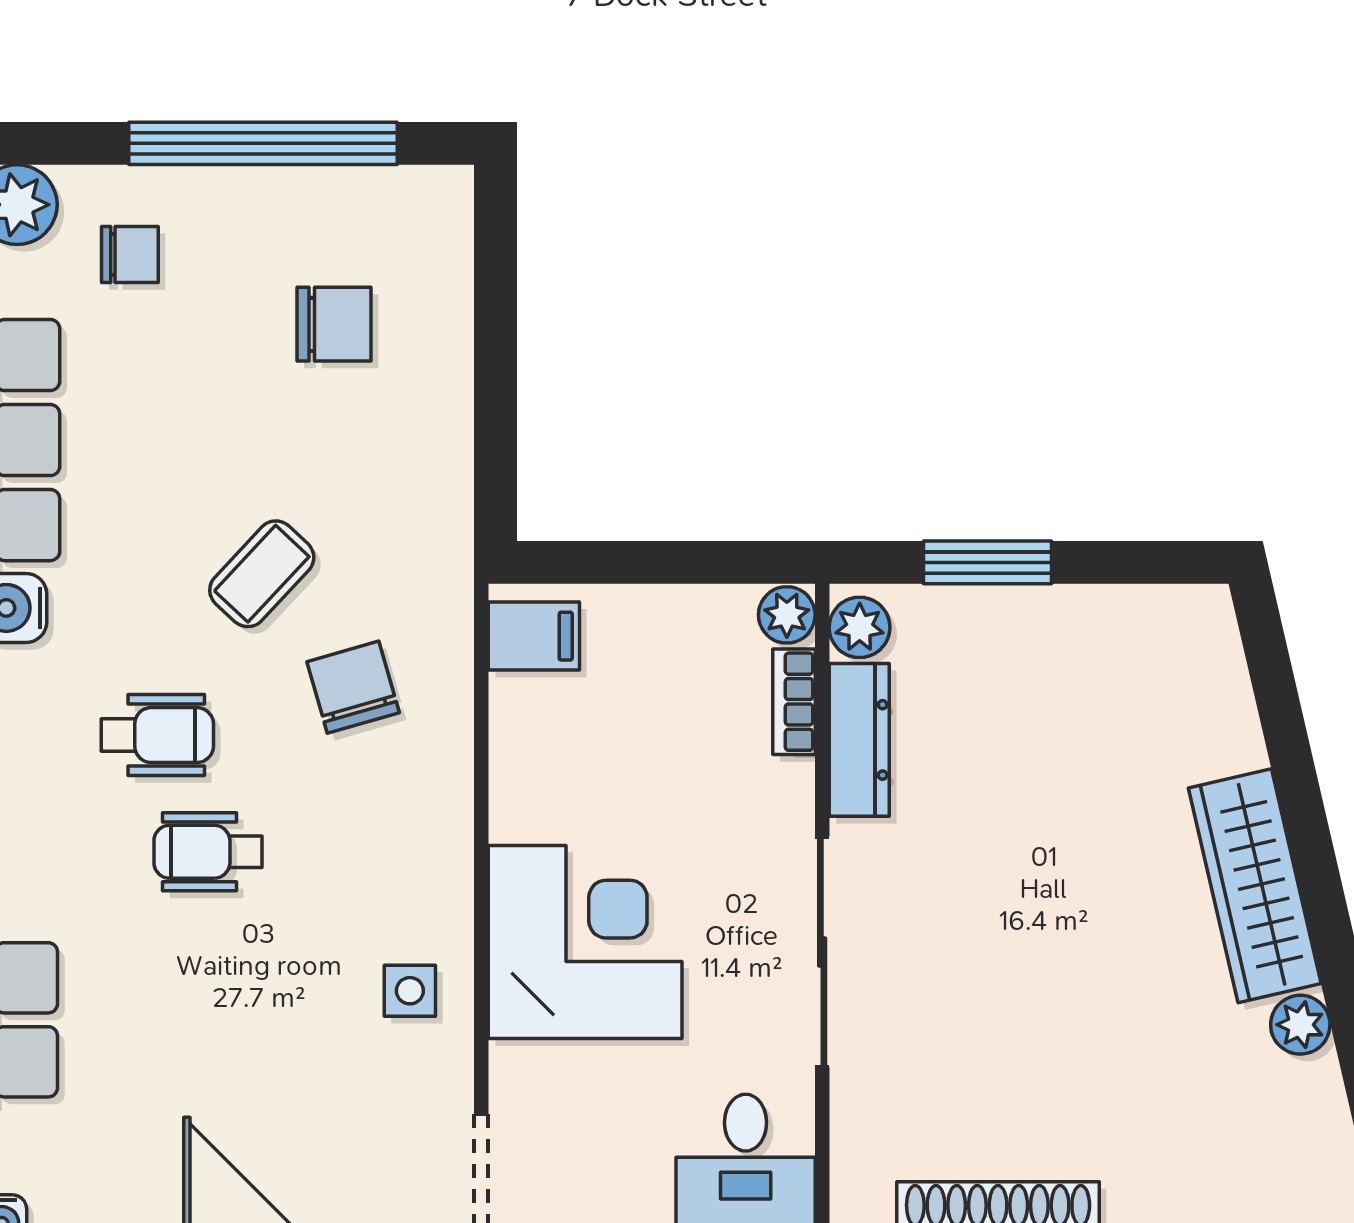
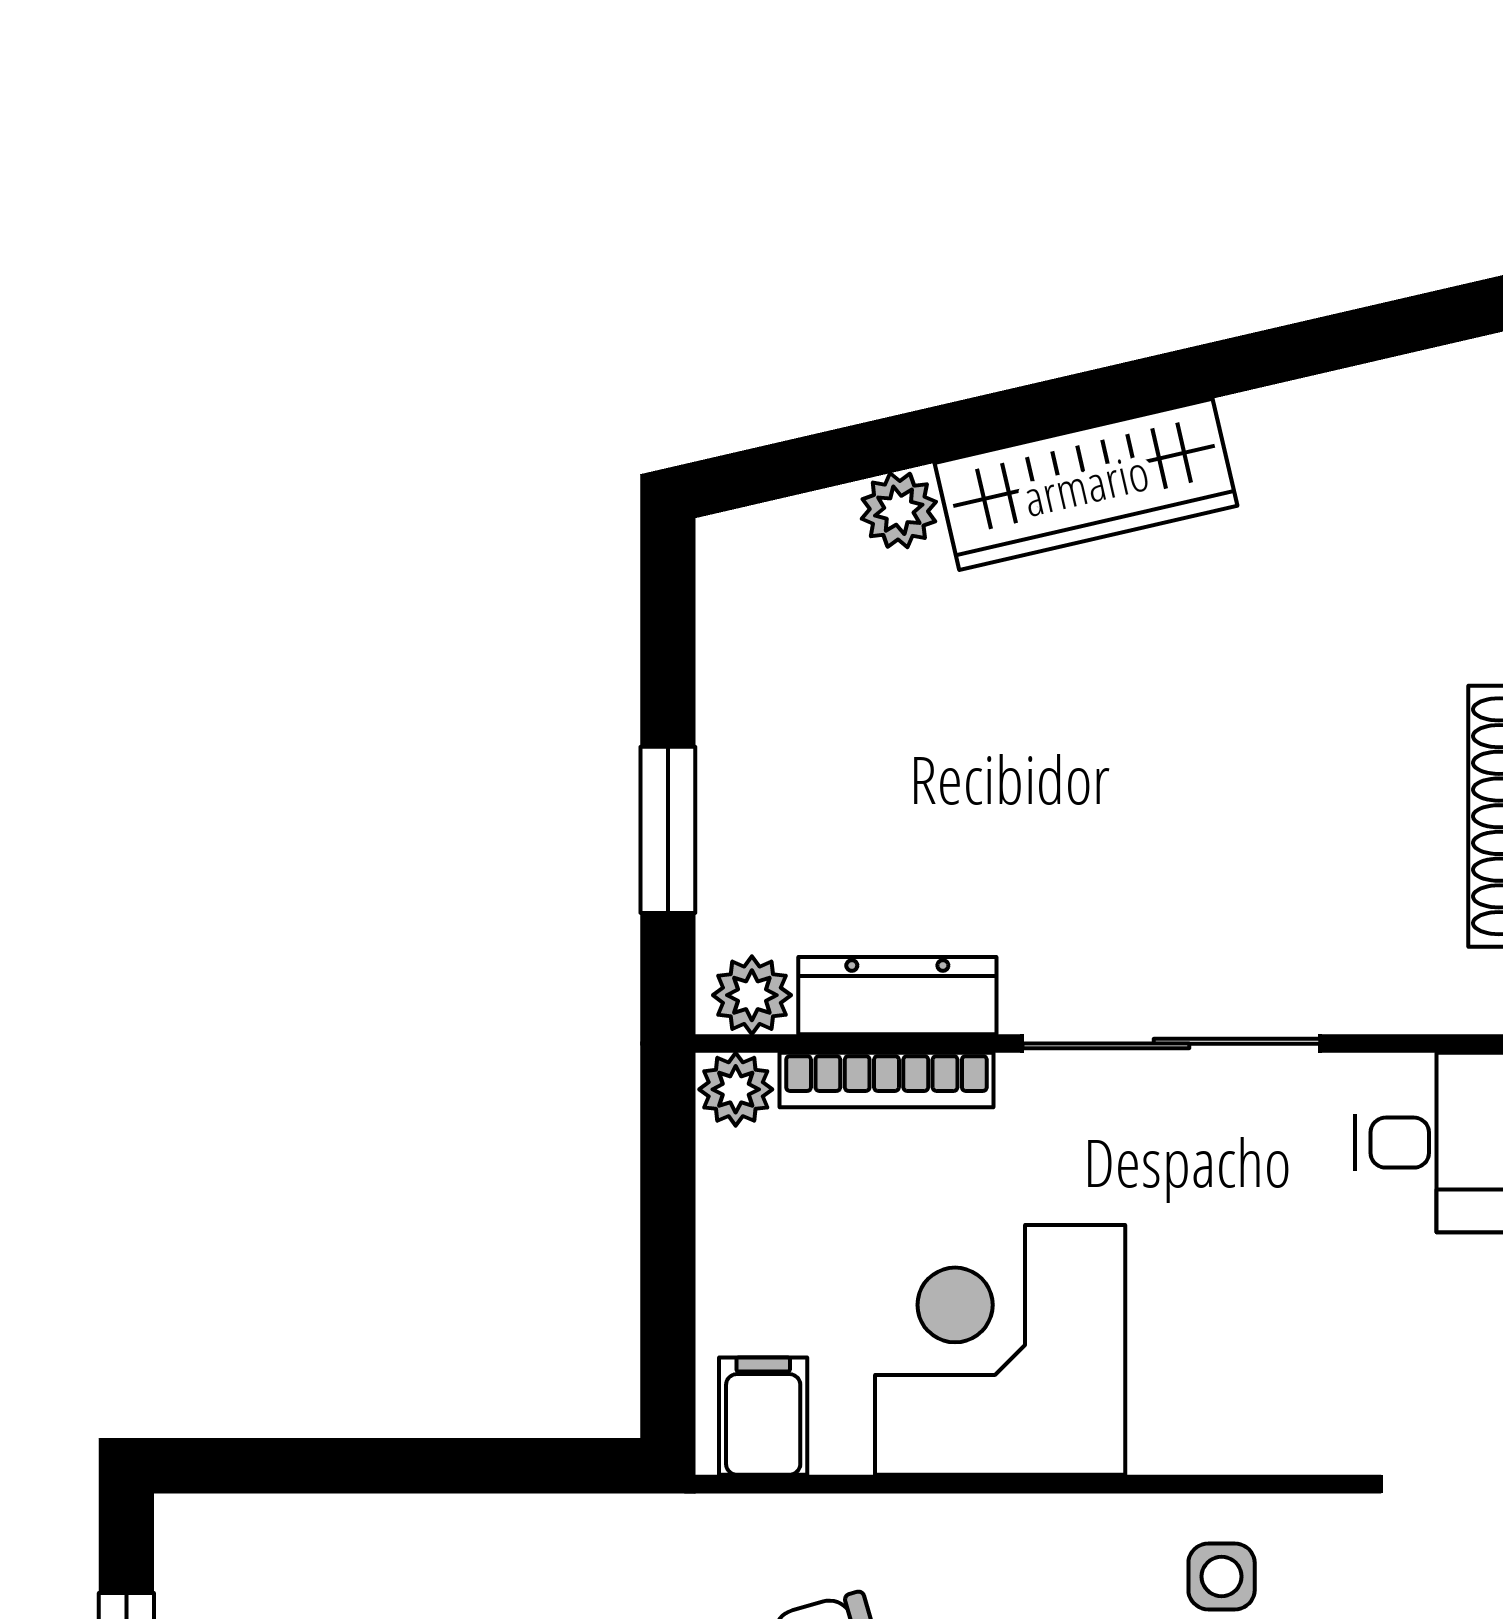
bookcase: (794, 702) -> (886, 1080), width x1.56
corner desk: (585, 942) -> (1000, 1350), moved
plant: (1300, 1025) -> (899, 510), moved

